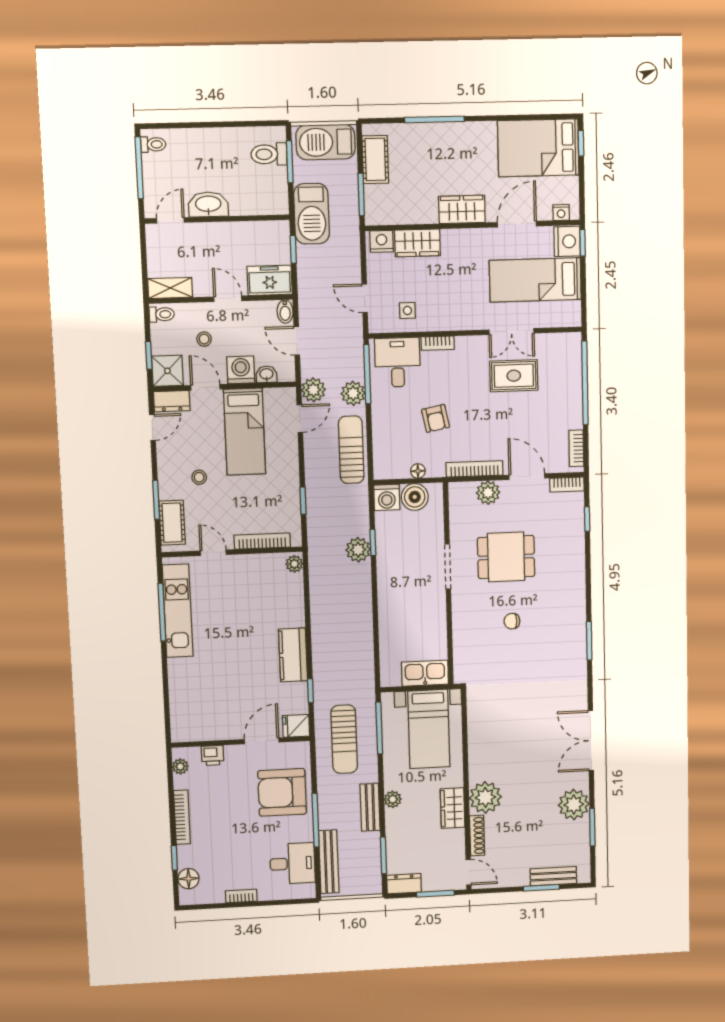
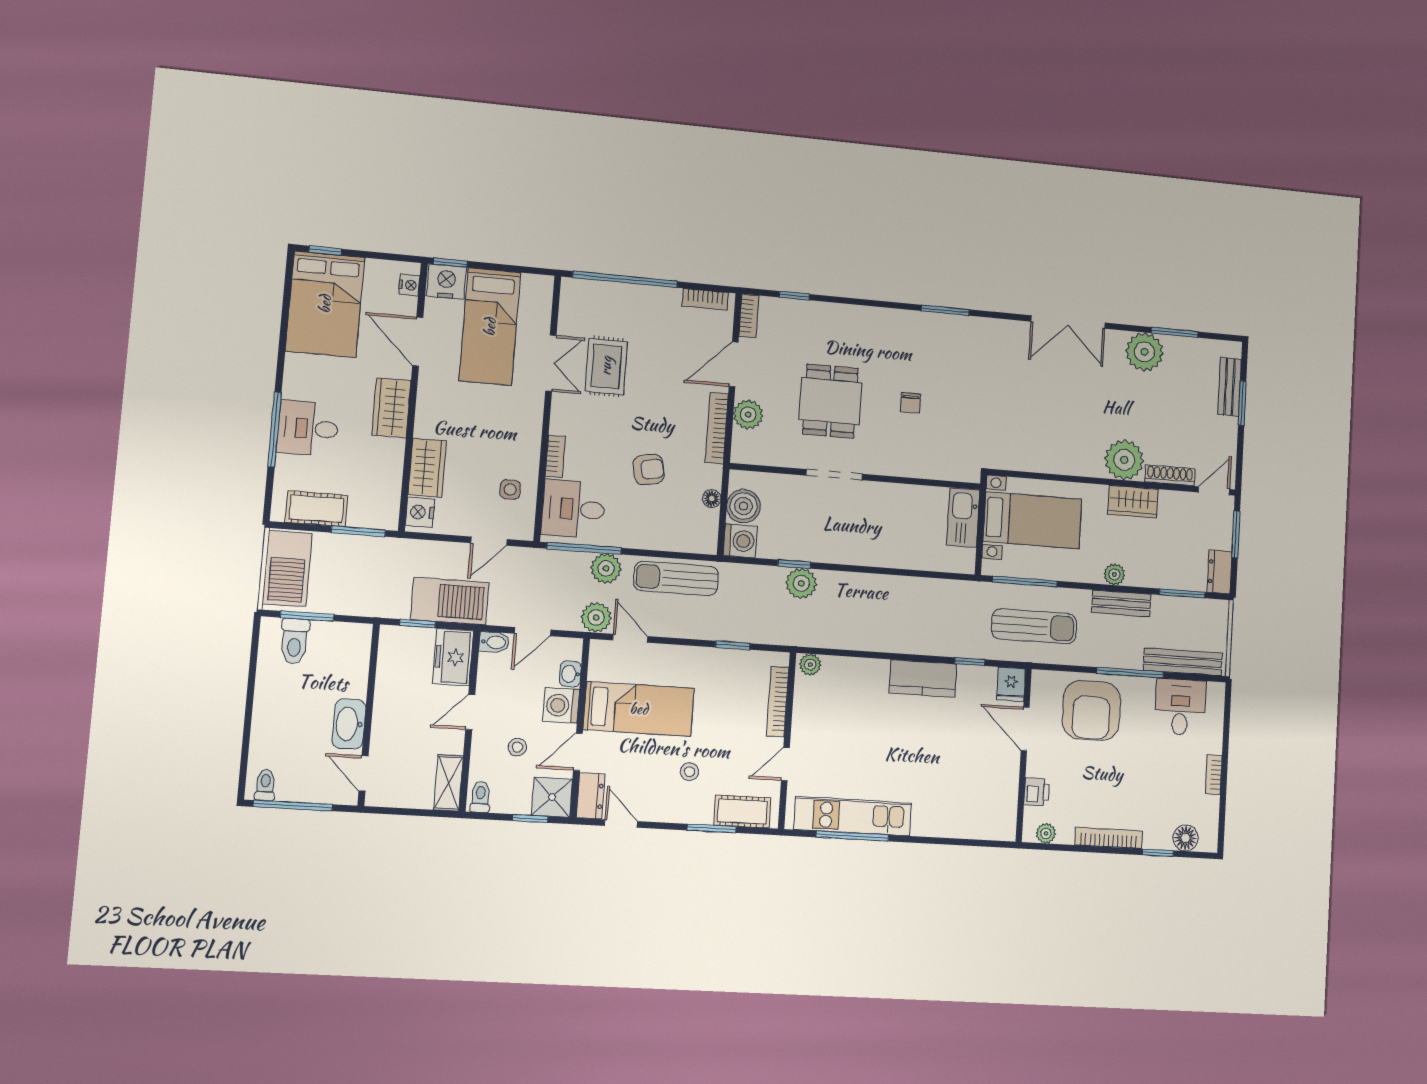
desk: (438, 146) -> (308, 428), added
barbecue: (312, 214) -> (450, 601), moved

